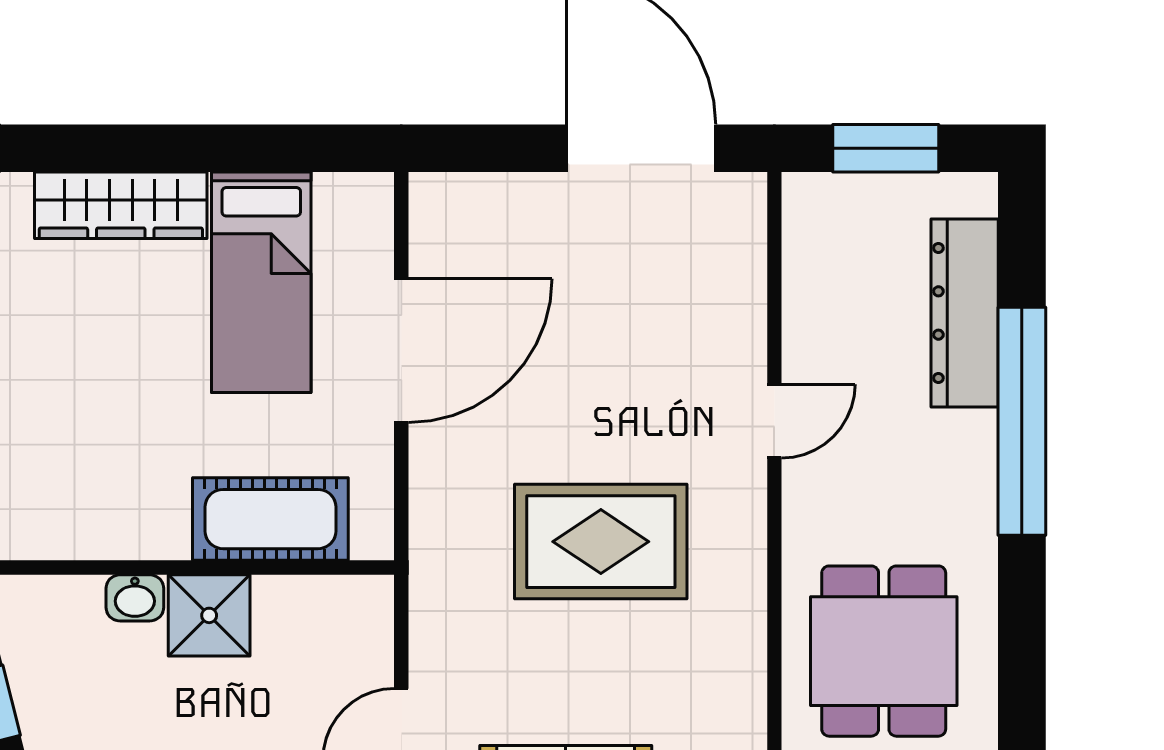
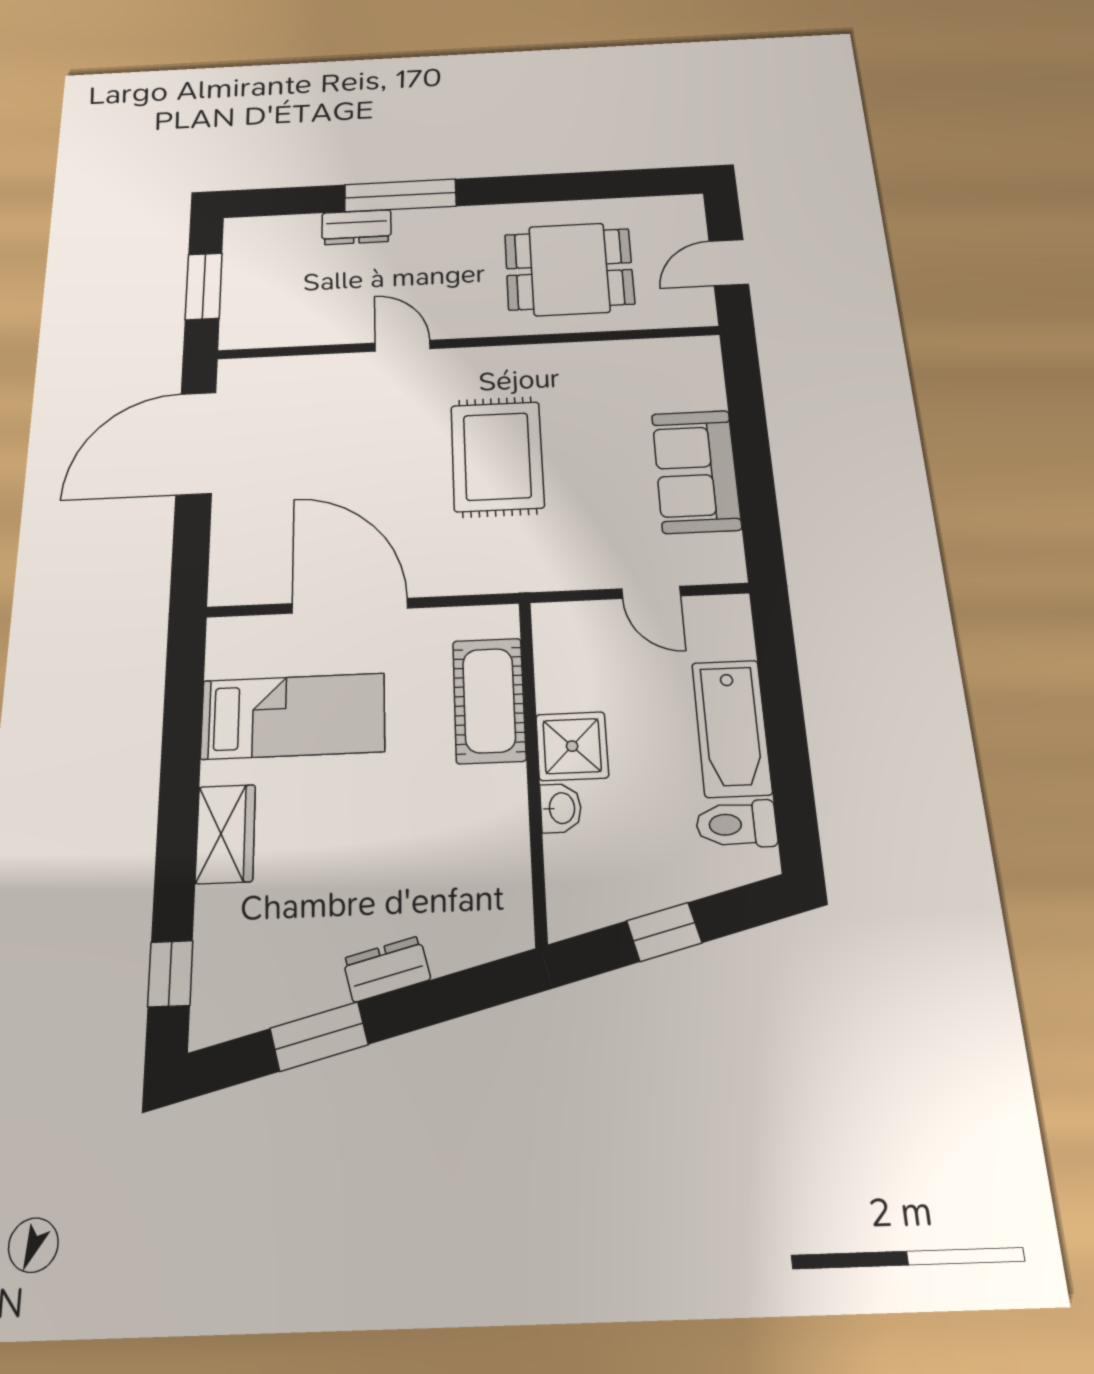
wardrobe: (121, 205) -> (225, 834), width x0.67
dresser: (965, 313) -> (356, 227), width x0.51, depth x0.80
window: (1022, 421) -> (400, 195), width x0.68

